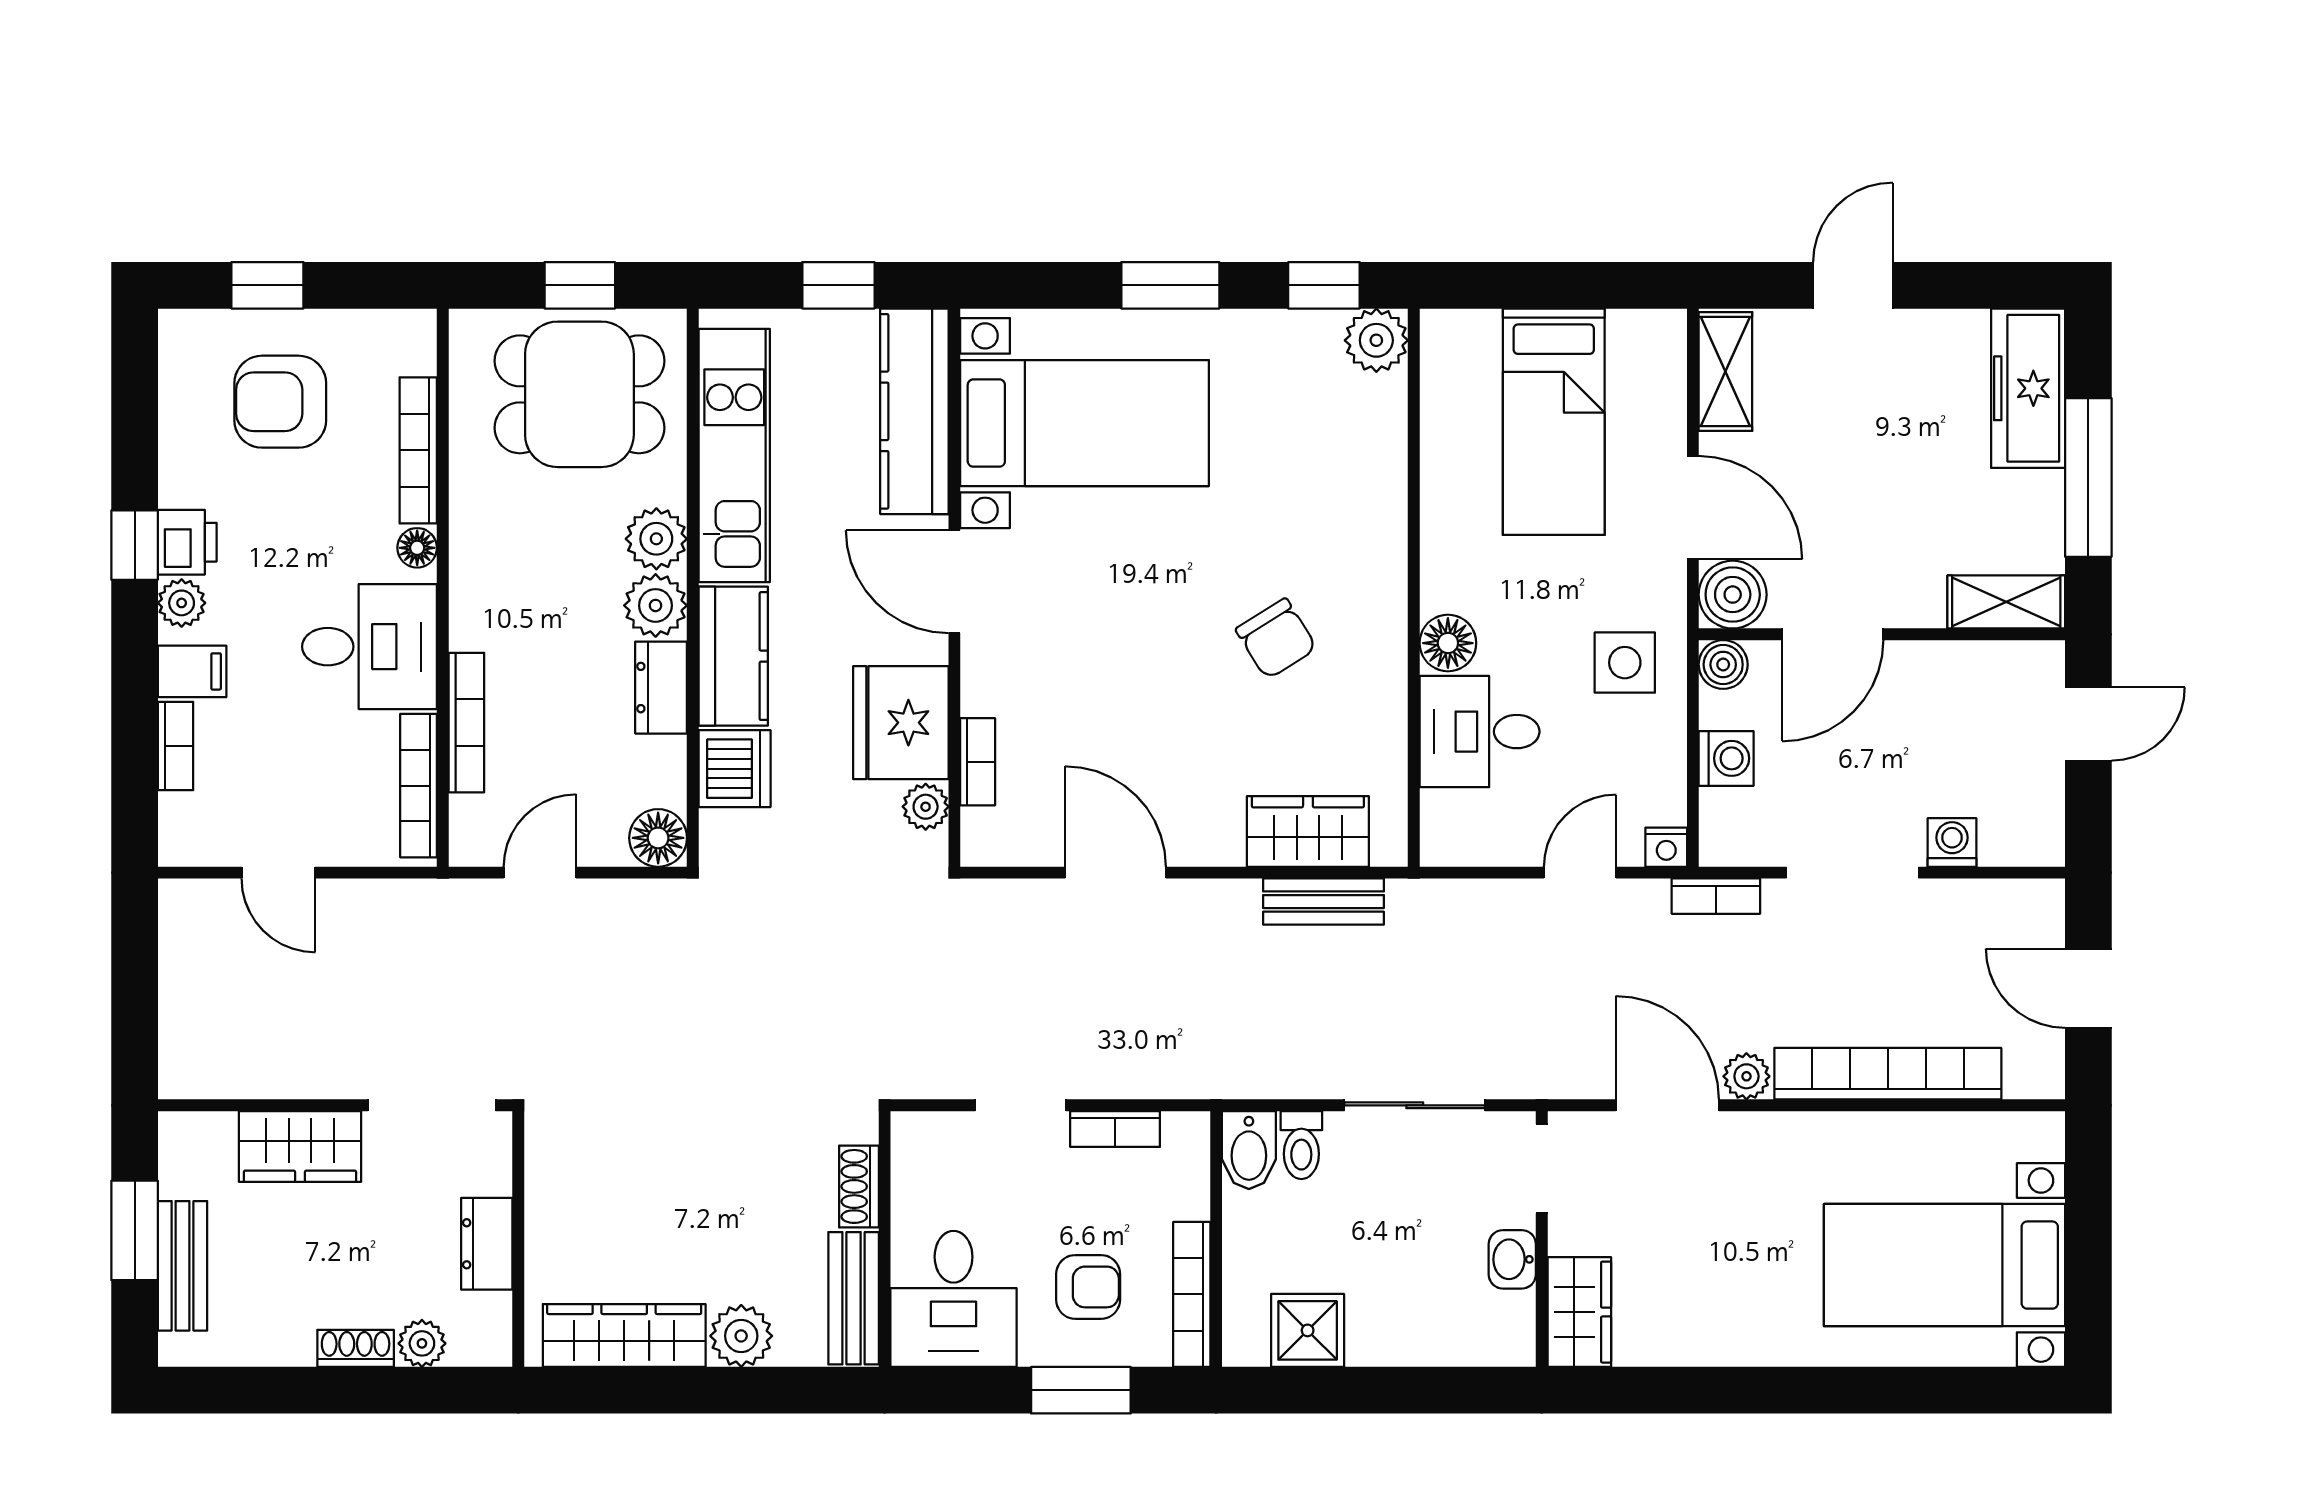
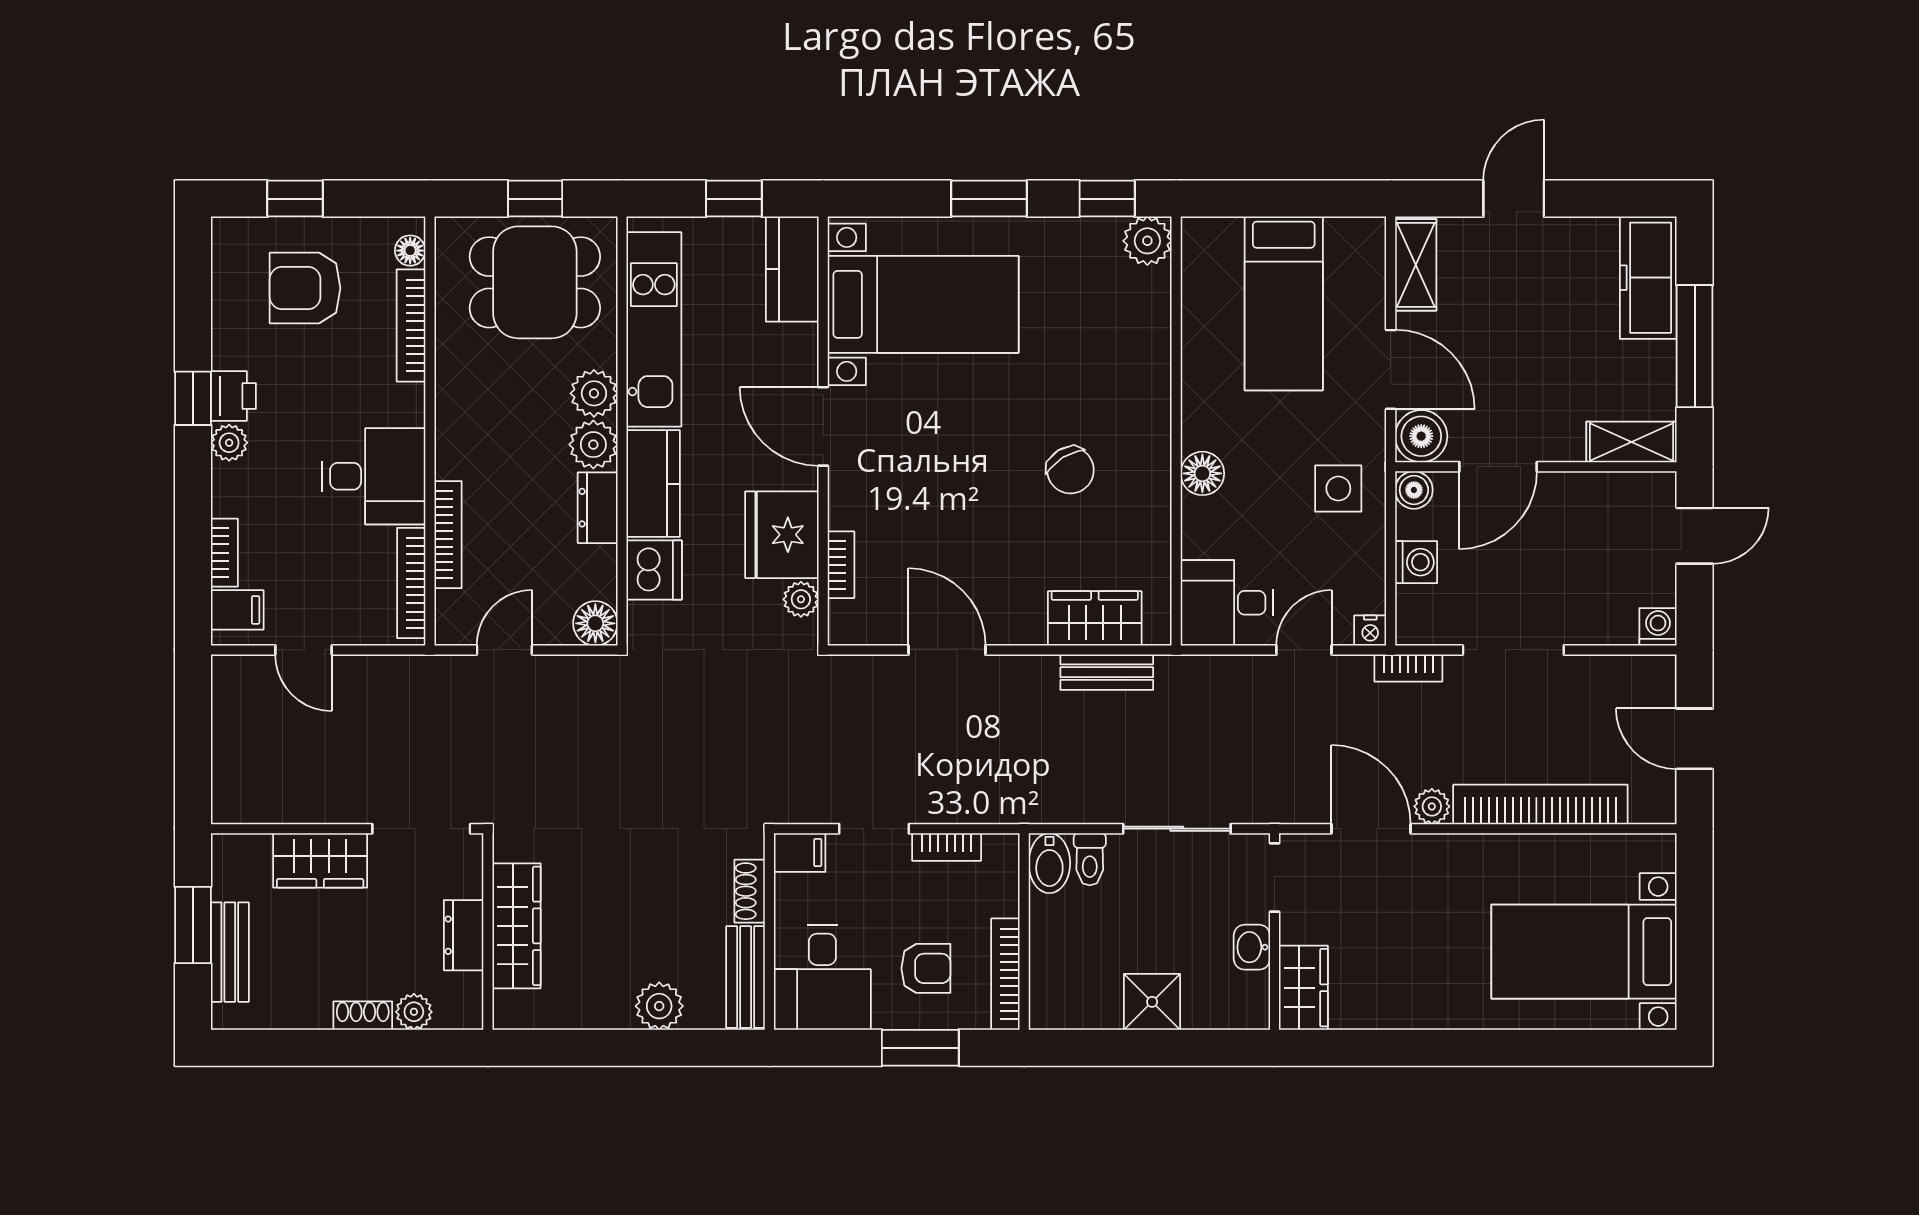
kitchen counter: (914, 411) -> (792, 269), width x0.67
floor lamp: (417, 548) -> (410, 251), moved
filing cabinet: (192, 671) -> (237, 610), moved
desk: (1480, 732) -> (1227, 603), moved
washing machine: (1952, 843) -> (1658, 627), moved
filing cabinet: (924, 1136) -> (800, 853), added
shower: (1308, 1330) -> (1152, 1002), moved
wardrobe: (624, 1335) -> (517, 926), moved, turned 90

